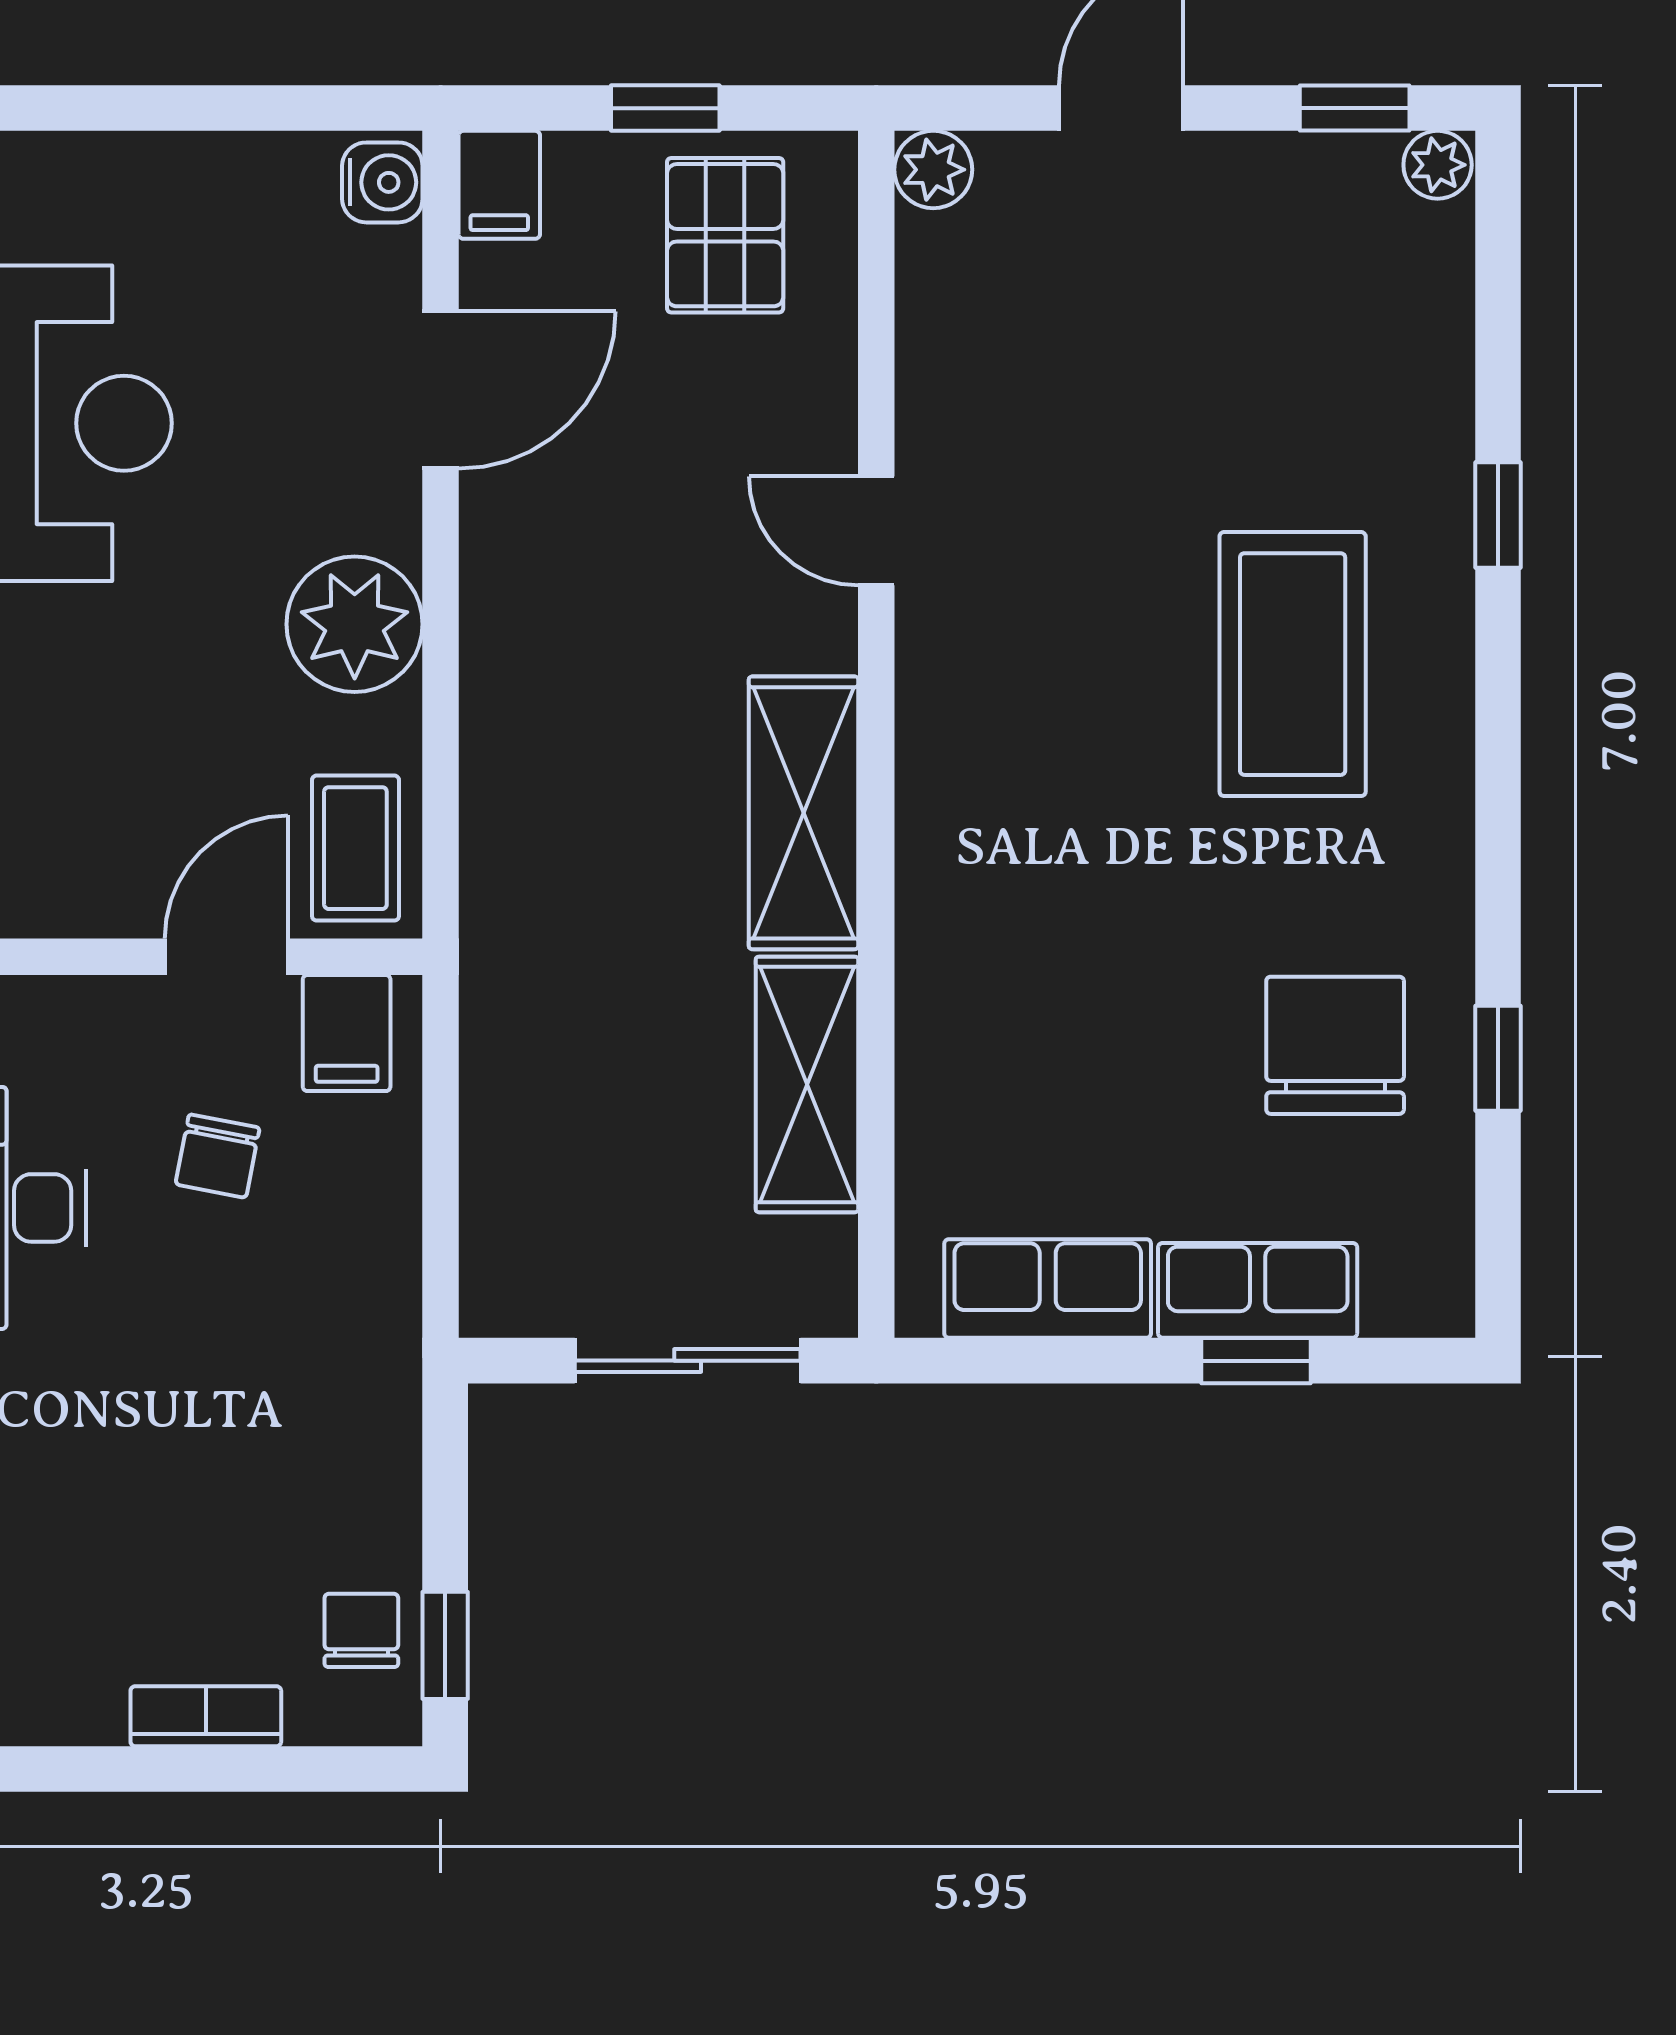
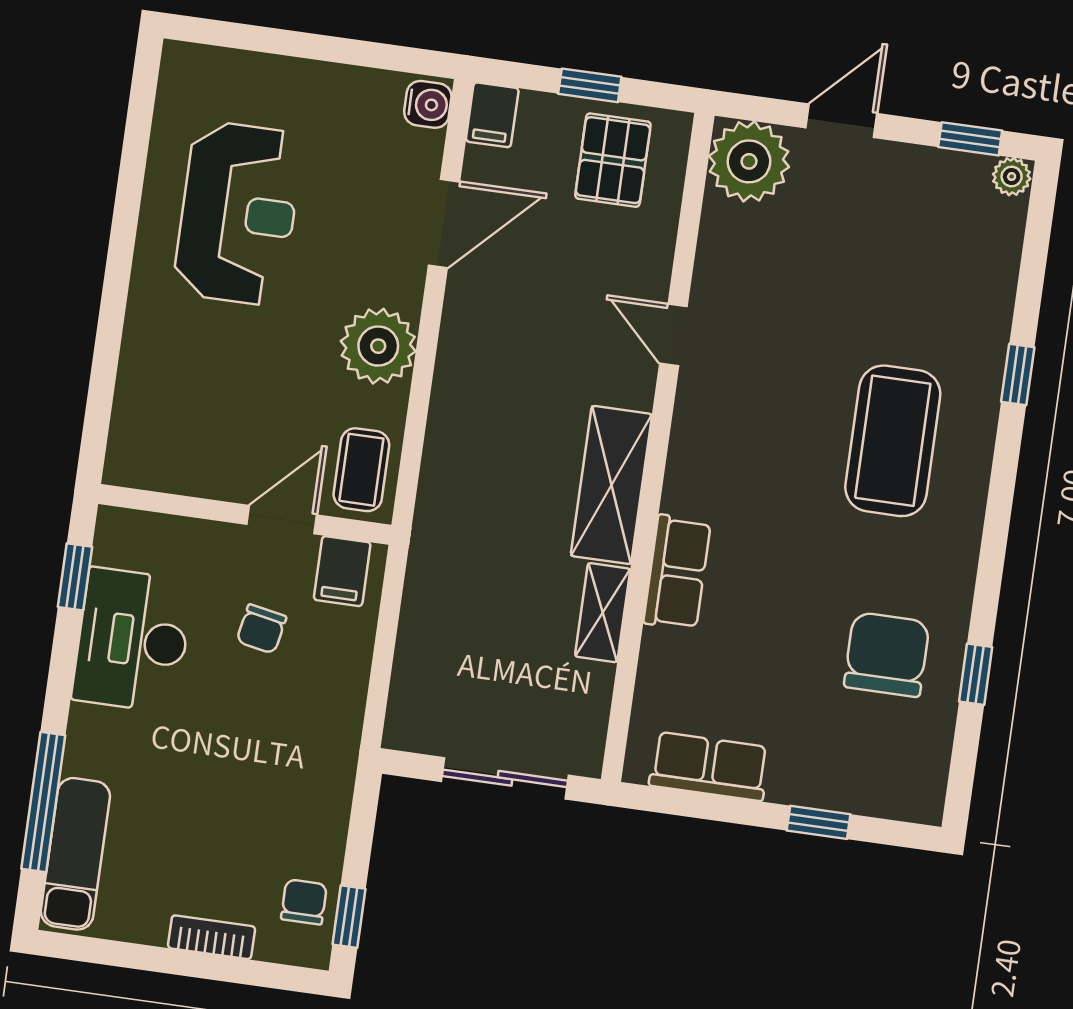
plant: (933, 170) -> (749, 161), width x1.87, depth x1.87
shelving: (807, 1084) -> (603, 613), width x0.67, depth x0.75
row of seats: (1258, 1290) -> (677, 572), moved, turned 90

